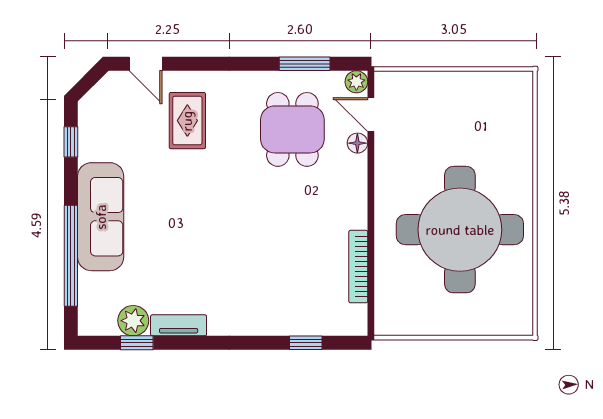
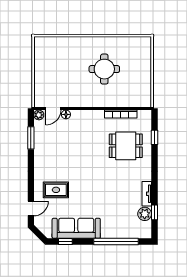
dining table: (292, 129) -> (126, 146), moved
sofa: (101, 217) -> (76, 228), moved
round table: (460, 230) -> (104, 69), width x0.54, depth x0.54

